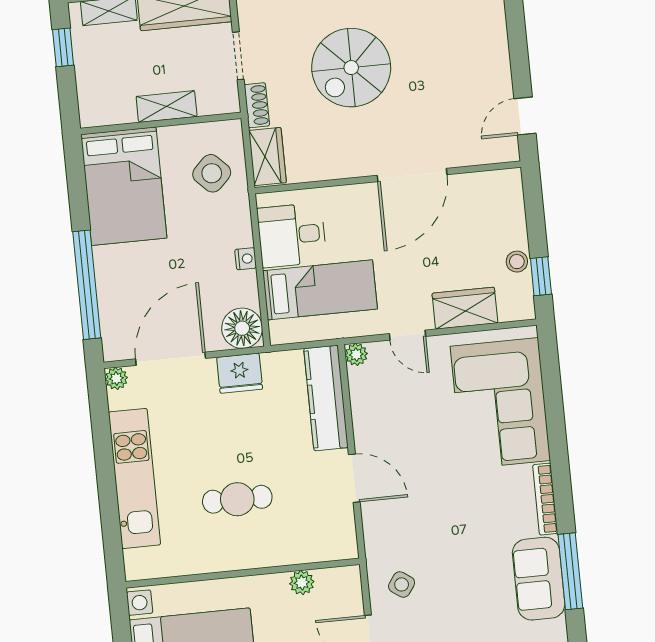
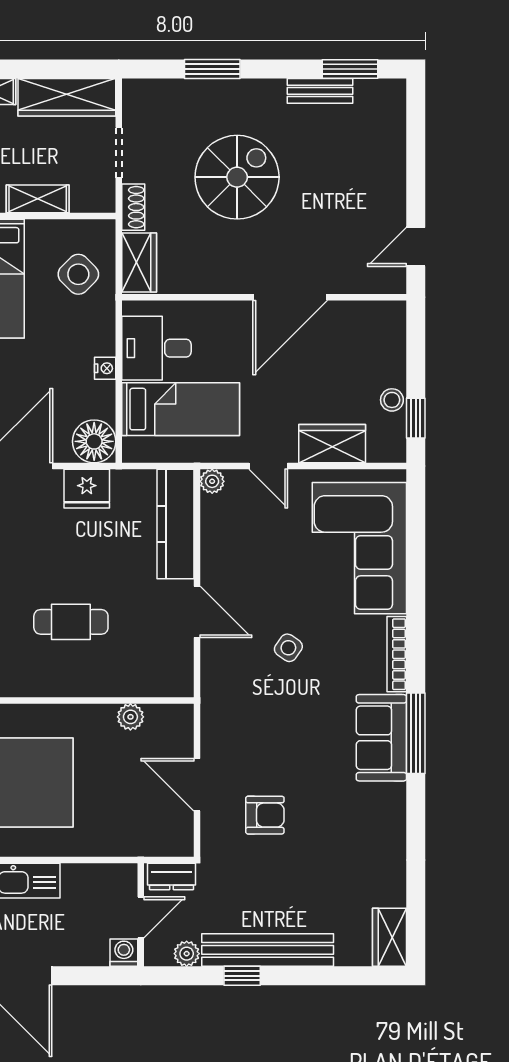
spiral stairs: (351, 68) -> (237, 177), turned 180
side table: (402, 584) -> (288, 648), moved

